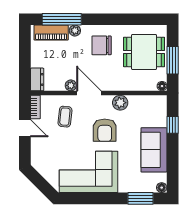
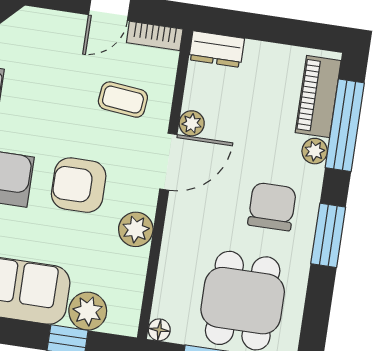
window: (110, 19) -> (328, 235), added
plant: (159, 118) -> (88, 311), added

